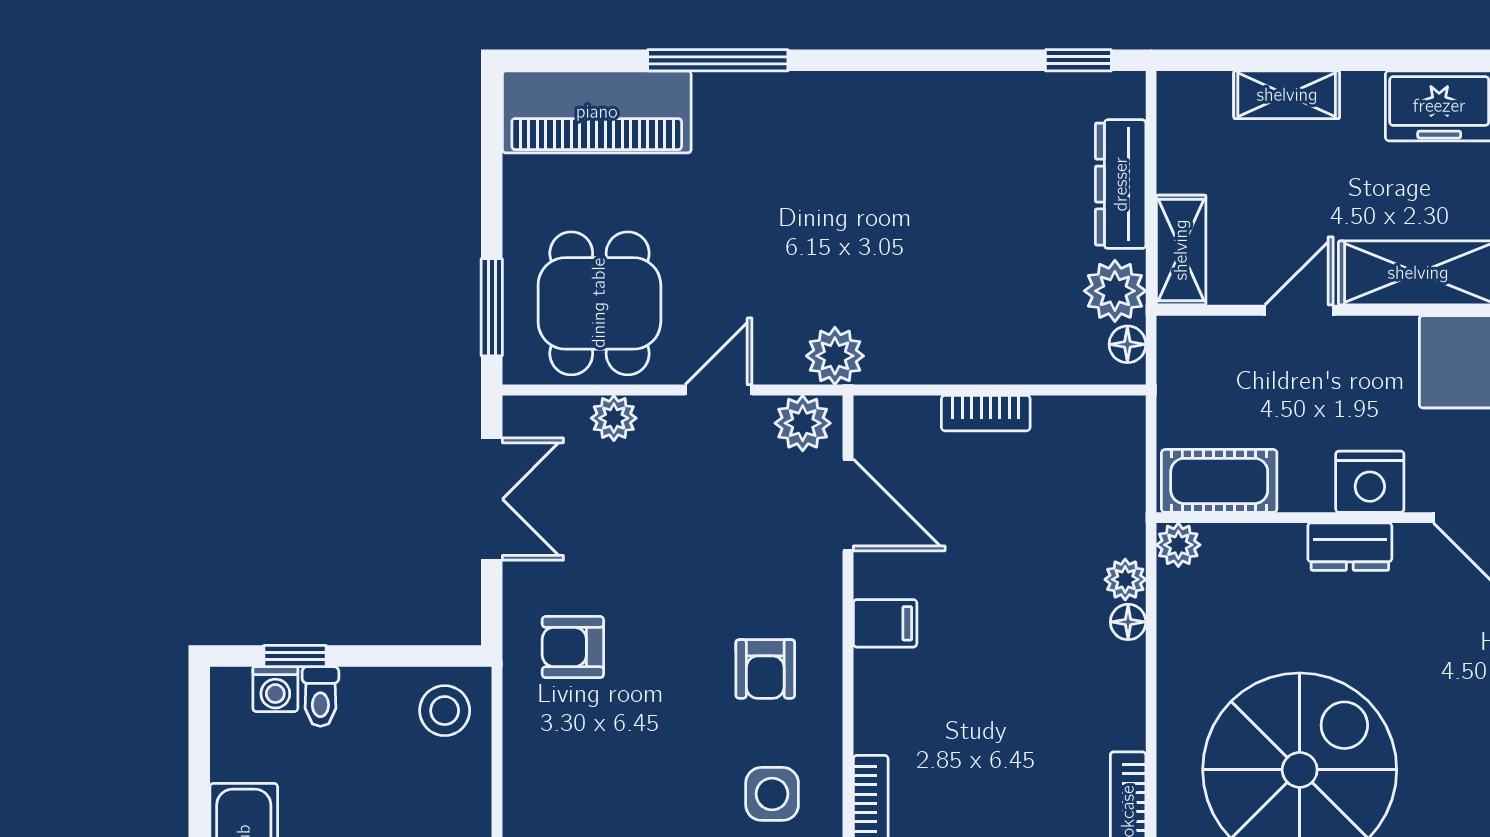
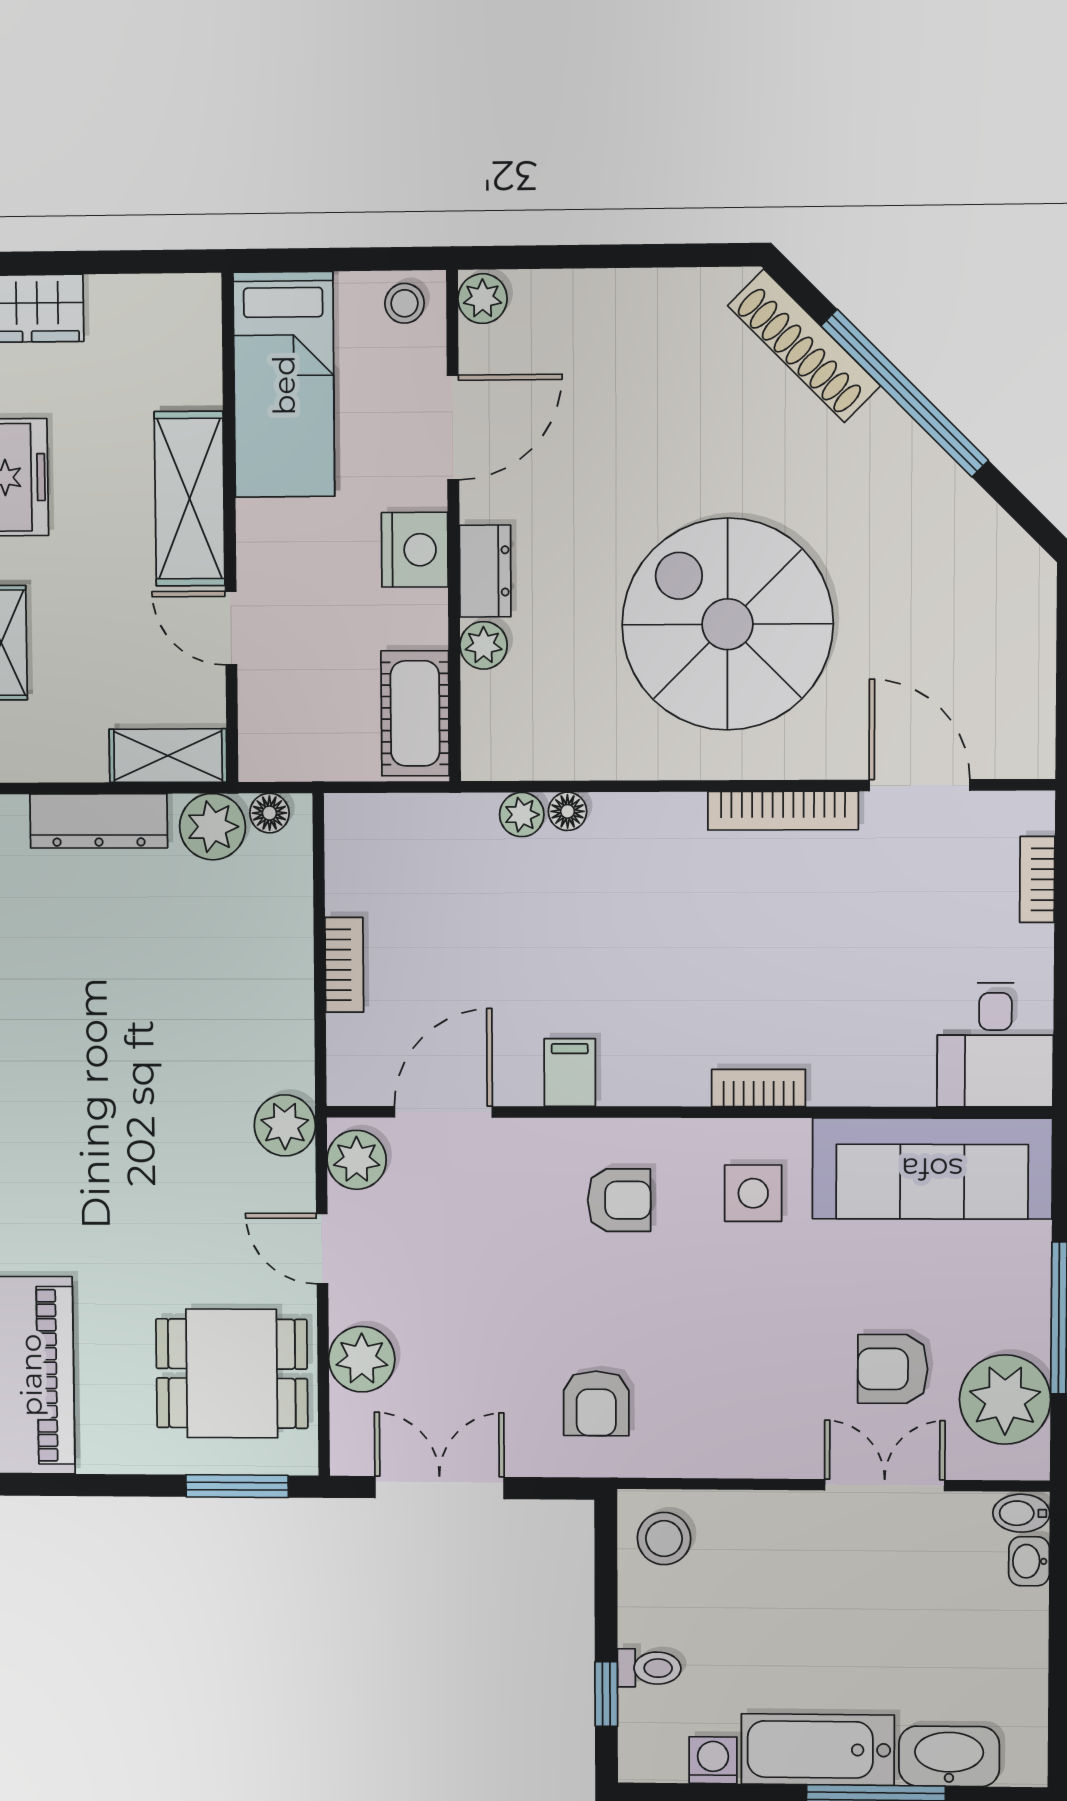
plant: (614, 418) -> (362, 1359), width x1.38, depth x1.38
plant: (1178, 545) -> (484, 645), moved
washing machine: (275, 689) -> (713, 1760), moved, turned -90

